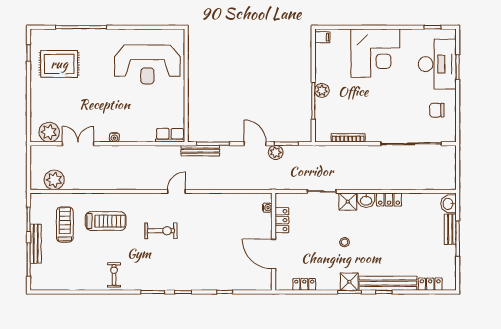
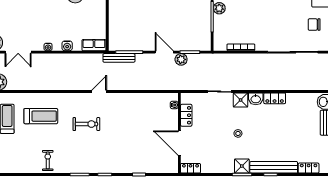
water cooler: (138, 136) -> (67, 46), added
double door: (78, 144) -> (18, 52), swing flipped
locker: (304, 284) -> (191, 168), moved

